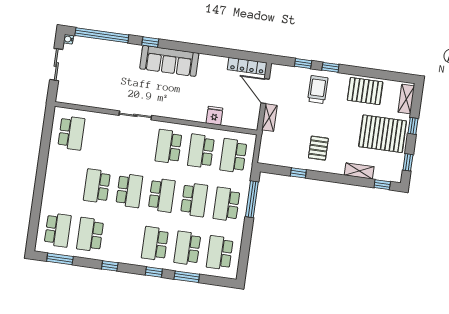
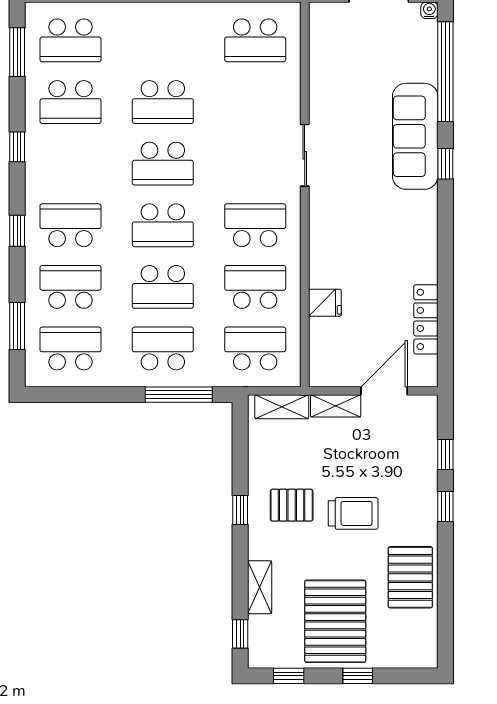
sofa: (169, 61) -> (415, 136), moved
locker: (247, 66) -> (426, 319), moved
trolley: (318, 90) -> (353, 513), moved
shelving: (406, 99) -> (282, 407), moved
window: (298, 173) -> (240, 510), moved
school desk: (97, 186) -> (163, 102), turned 180
school desk: (90, 235) -> (71, 102), turned 180
window: (187, 277) -> (17, 326), moved

